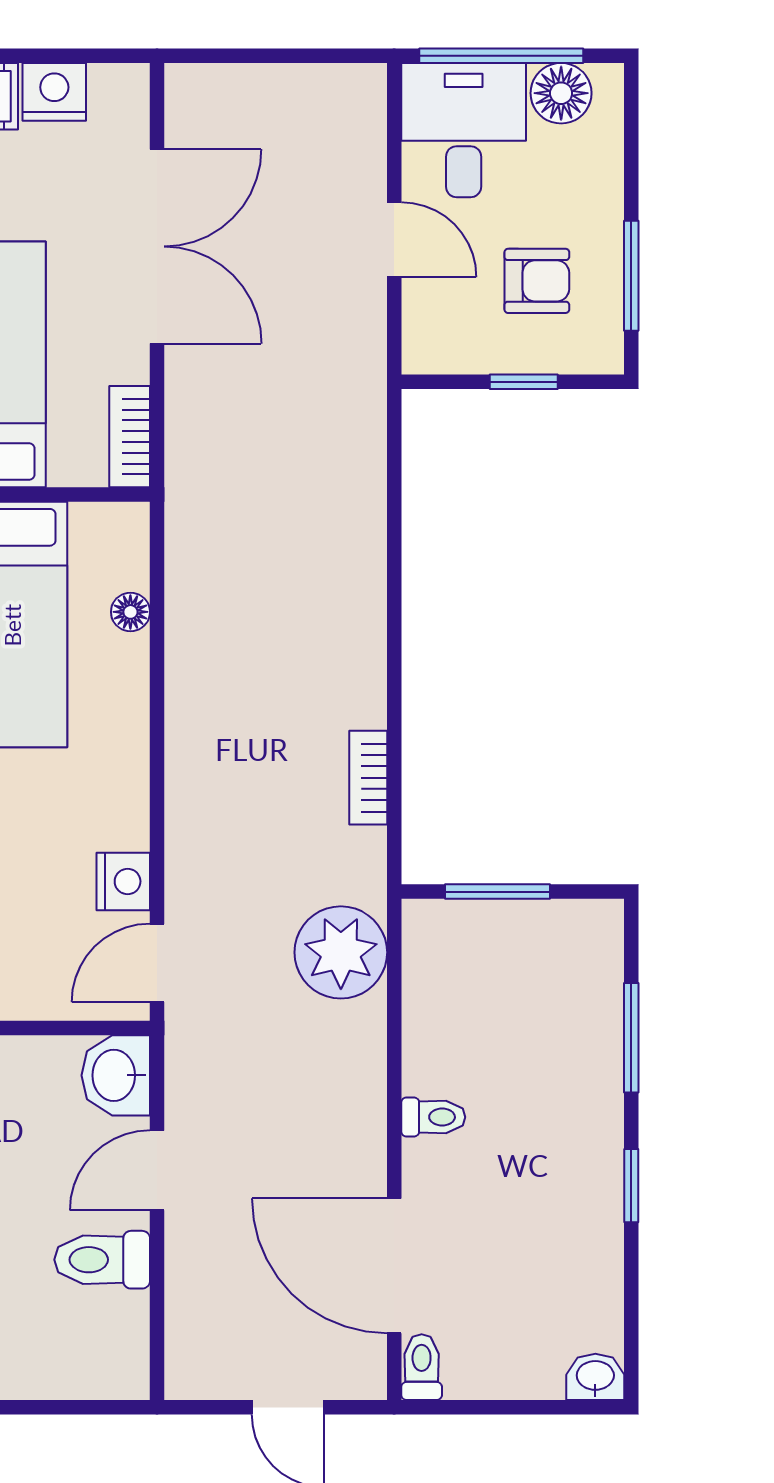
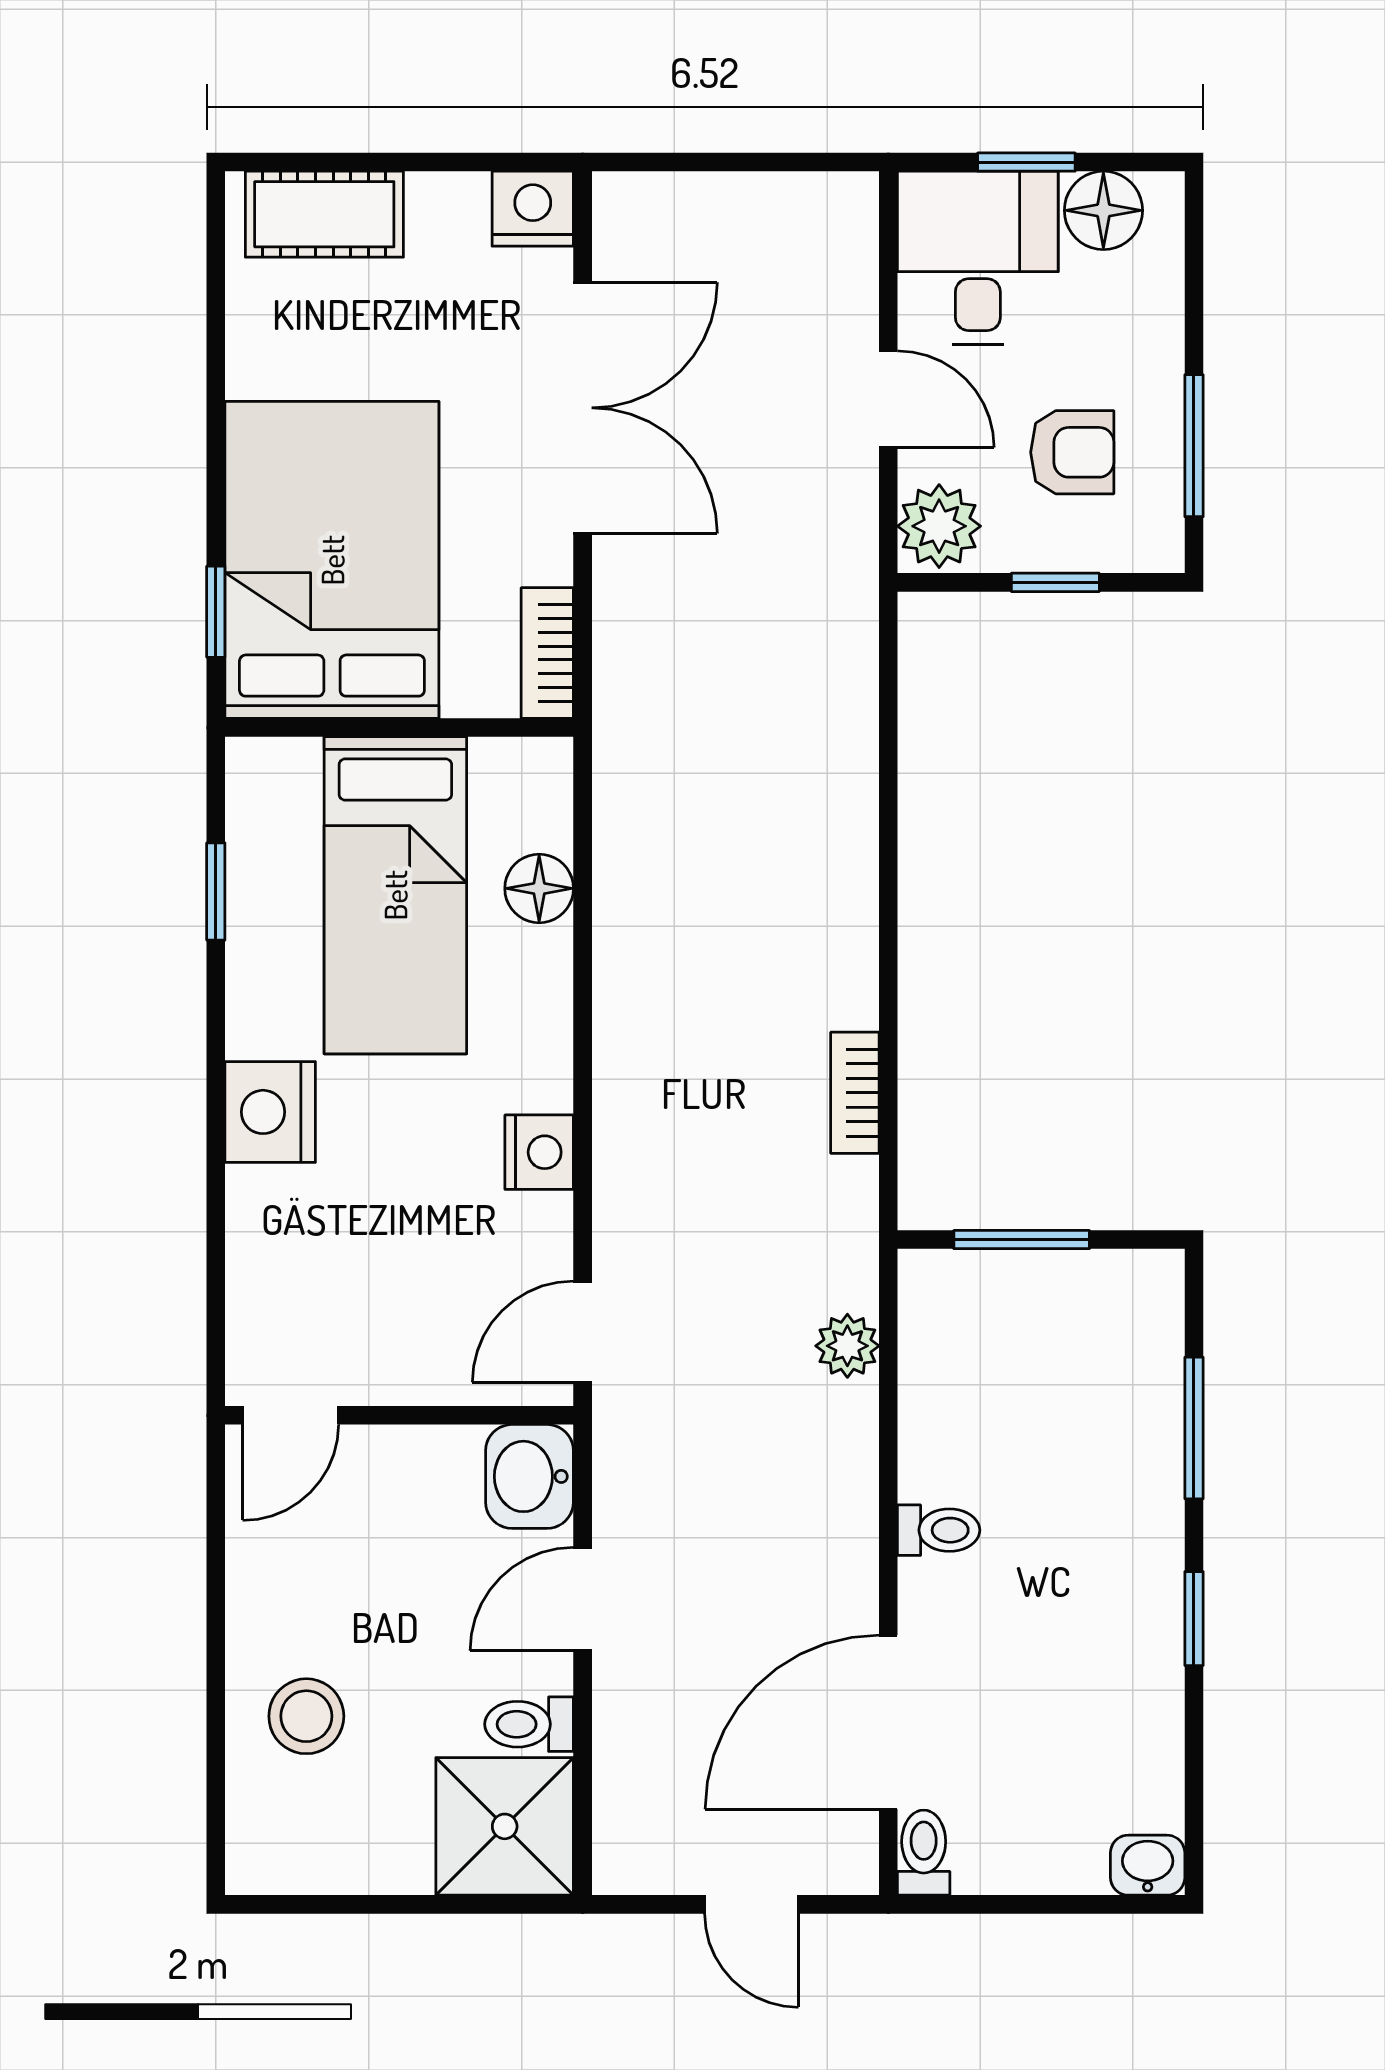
window: (501, 56) -> (1026, 162), width x0.46
nightstand: (54, 92) -> (533, 209), moved
plant: (434, 338) -> (939, 526), added
floor lamp: (130, 612) -> (539, 888), width x1.37, depth x1.37
nightstand: (123, 881) -> (539, 1152), moved
plant: (341, 952) -> (847, 1346), width x0.53, depth x0.53
toilet: (102, 1260) -> (529, 1724), width x0.73, depth x0.72
door: (394, 1266) -> (888, 1722), hinge flipped
shower: (97, 1347) -> (505, 1826), added

